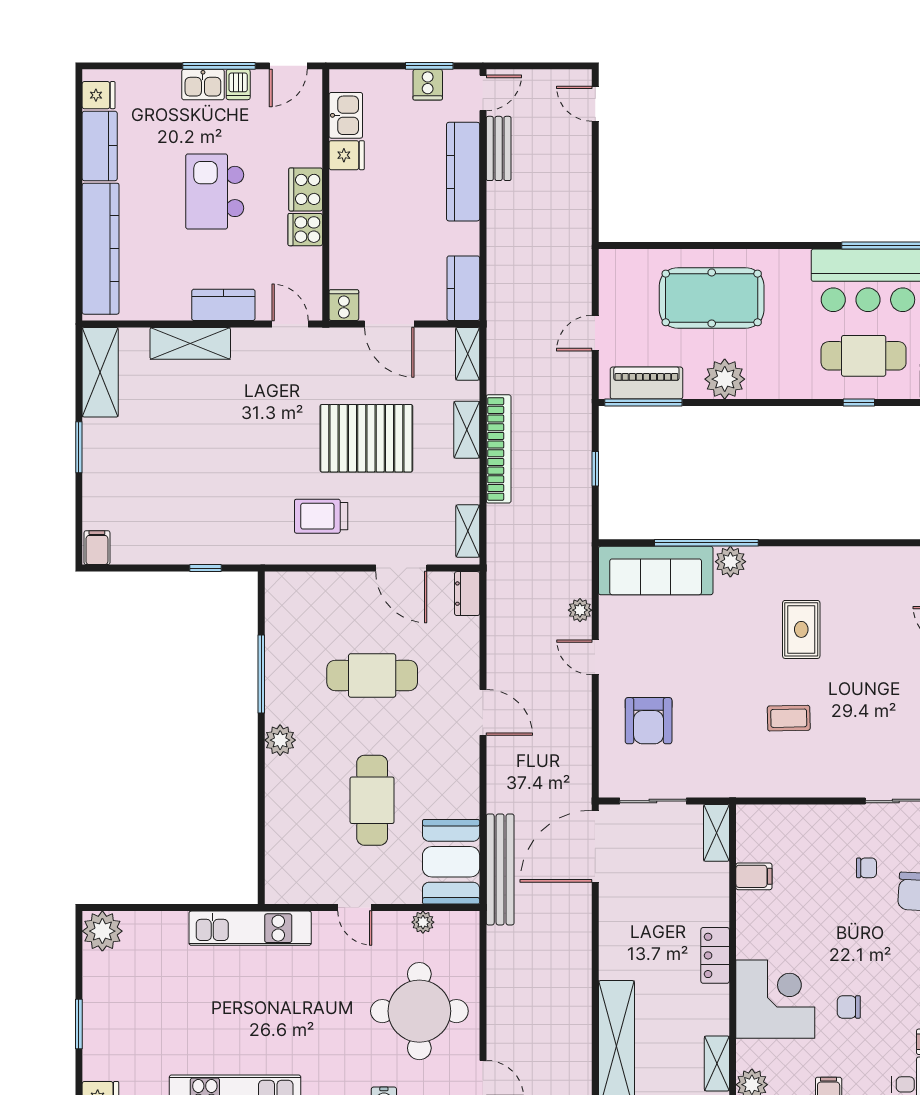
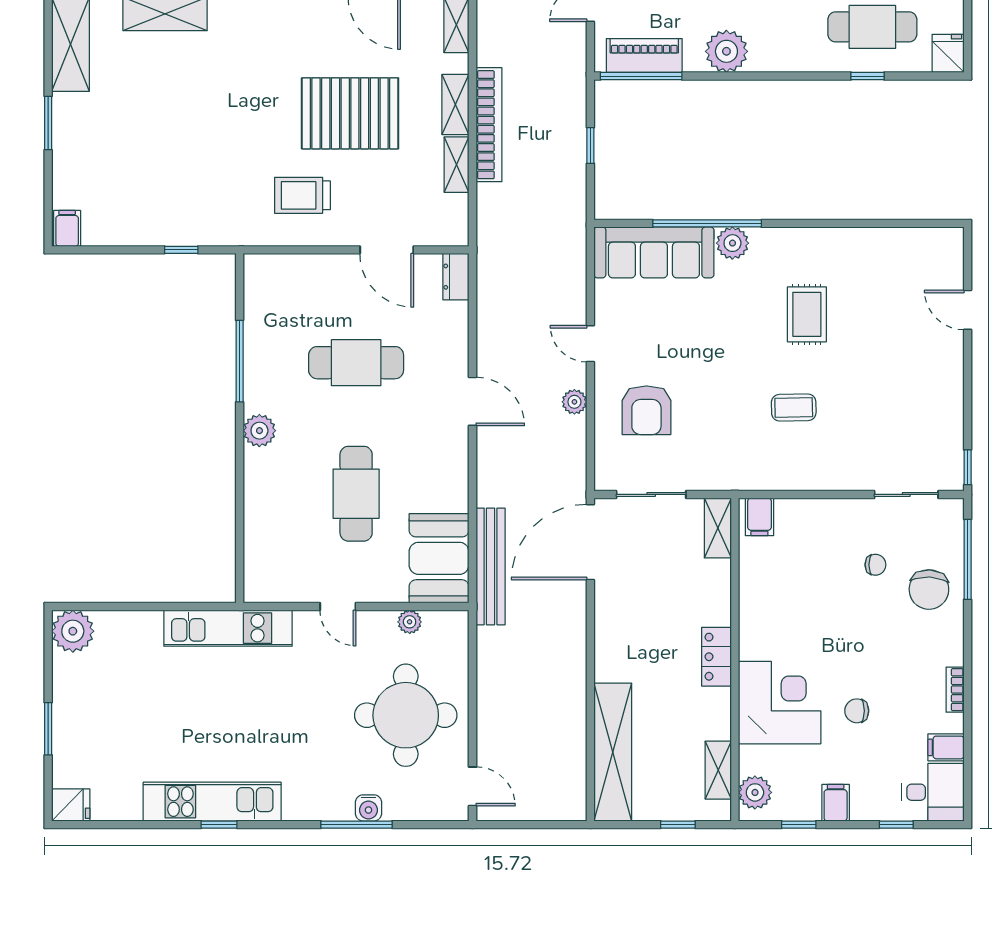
shelving: (468, 531) -> (456, 165), moved
plant: (580, 610) -> (574, 402), moved
filing cabinet: (754, 876) -> (759, 517), moved, turned 90

